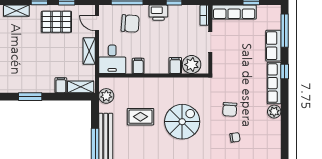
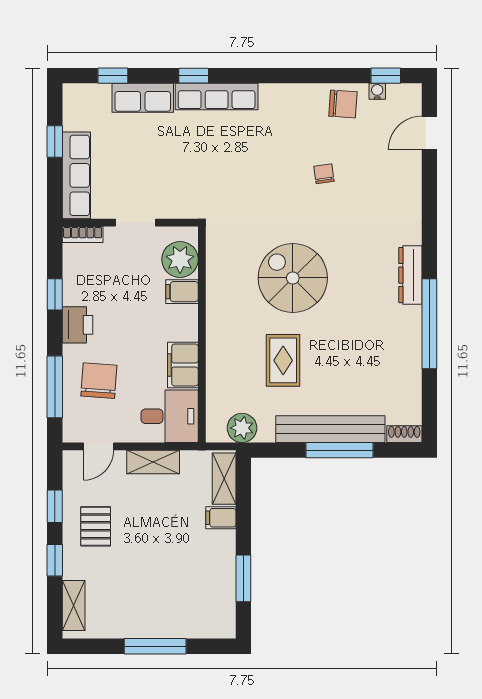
pallet: (56, 22) -> (96, 526), width x0.67, depth x0.71
window: (285, 31) -> (113, 76), width x0.46
filing cabinet: (138, 66) -> (183, 365), width x2.00
chair: (230, 109) -> (343, 104), moved
plant: (274, 112) -> (273, 96), removed

